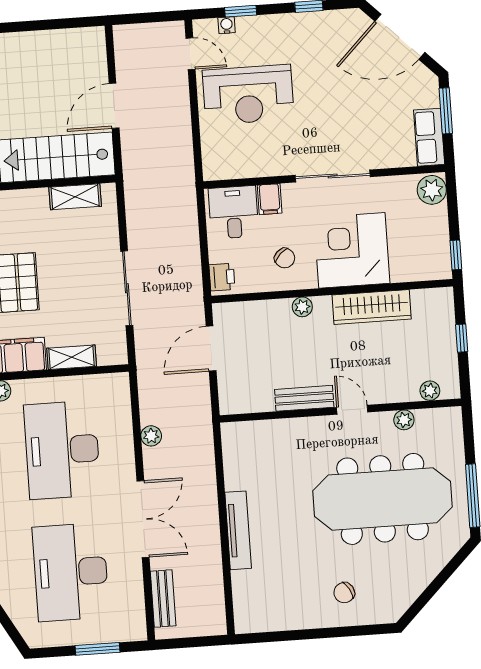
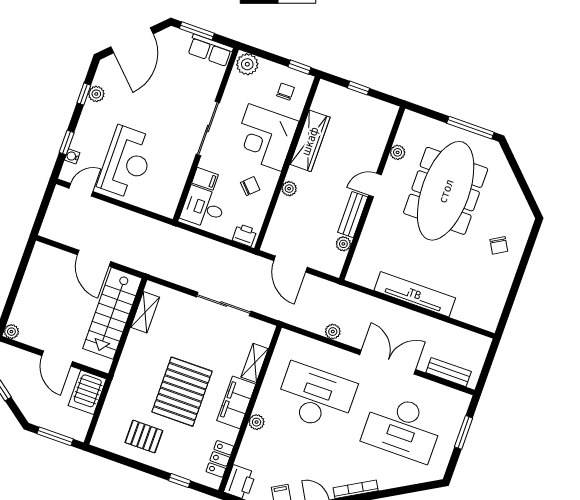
plant: (315, 22) -> (96, 94), added
chair: (419, 251) -> (286, 92), added
plant: (430, 391) -> (343, 244), moved
desk: (62, 450) -> (316, 397), turned 180
tv unit: (238, 530) -> (415, 294), width x1.36, depth x1.29

